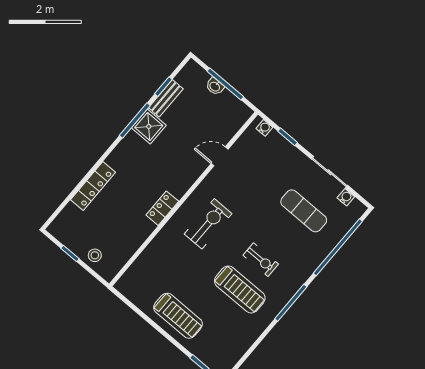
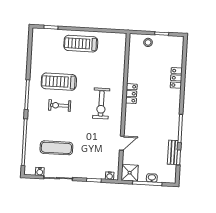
shower: (149, 127) -> (130, 173), moved
locker: (93, 186) -> (176, 78), width x0.66

